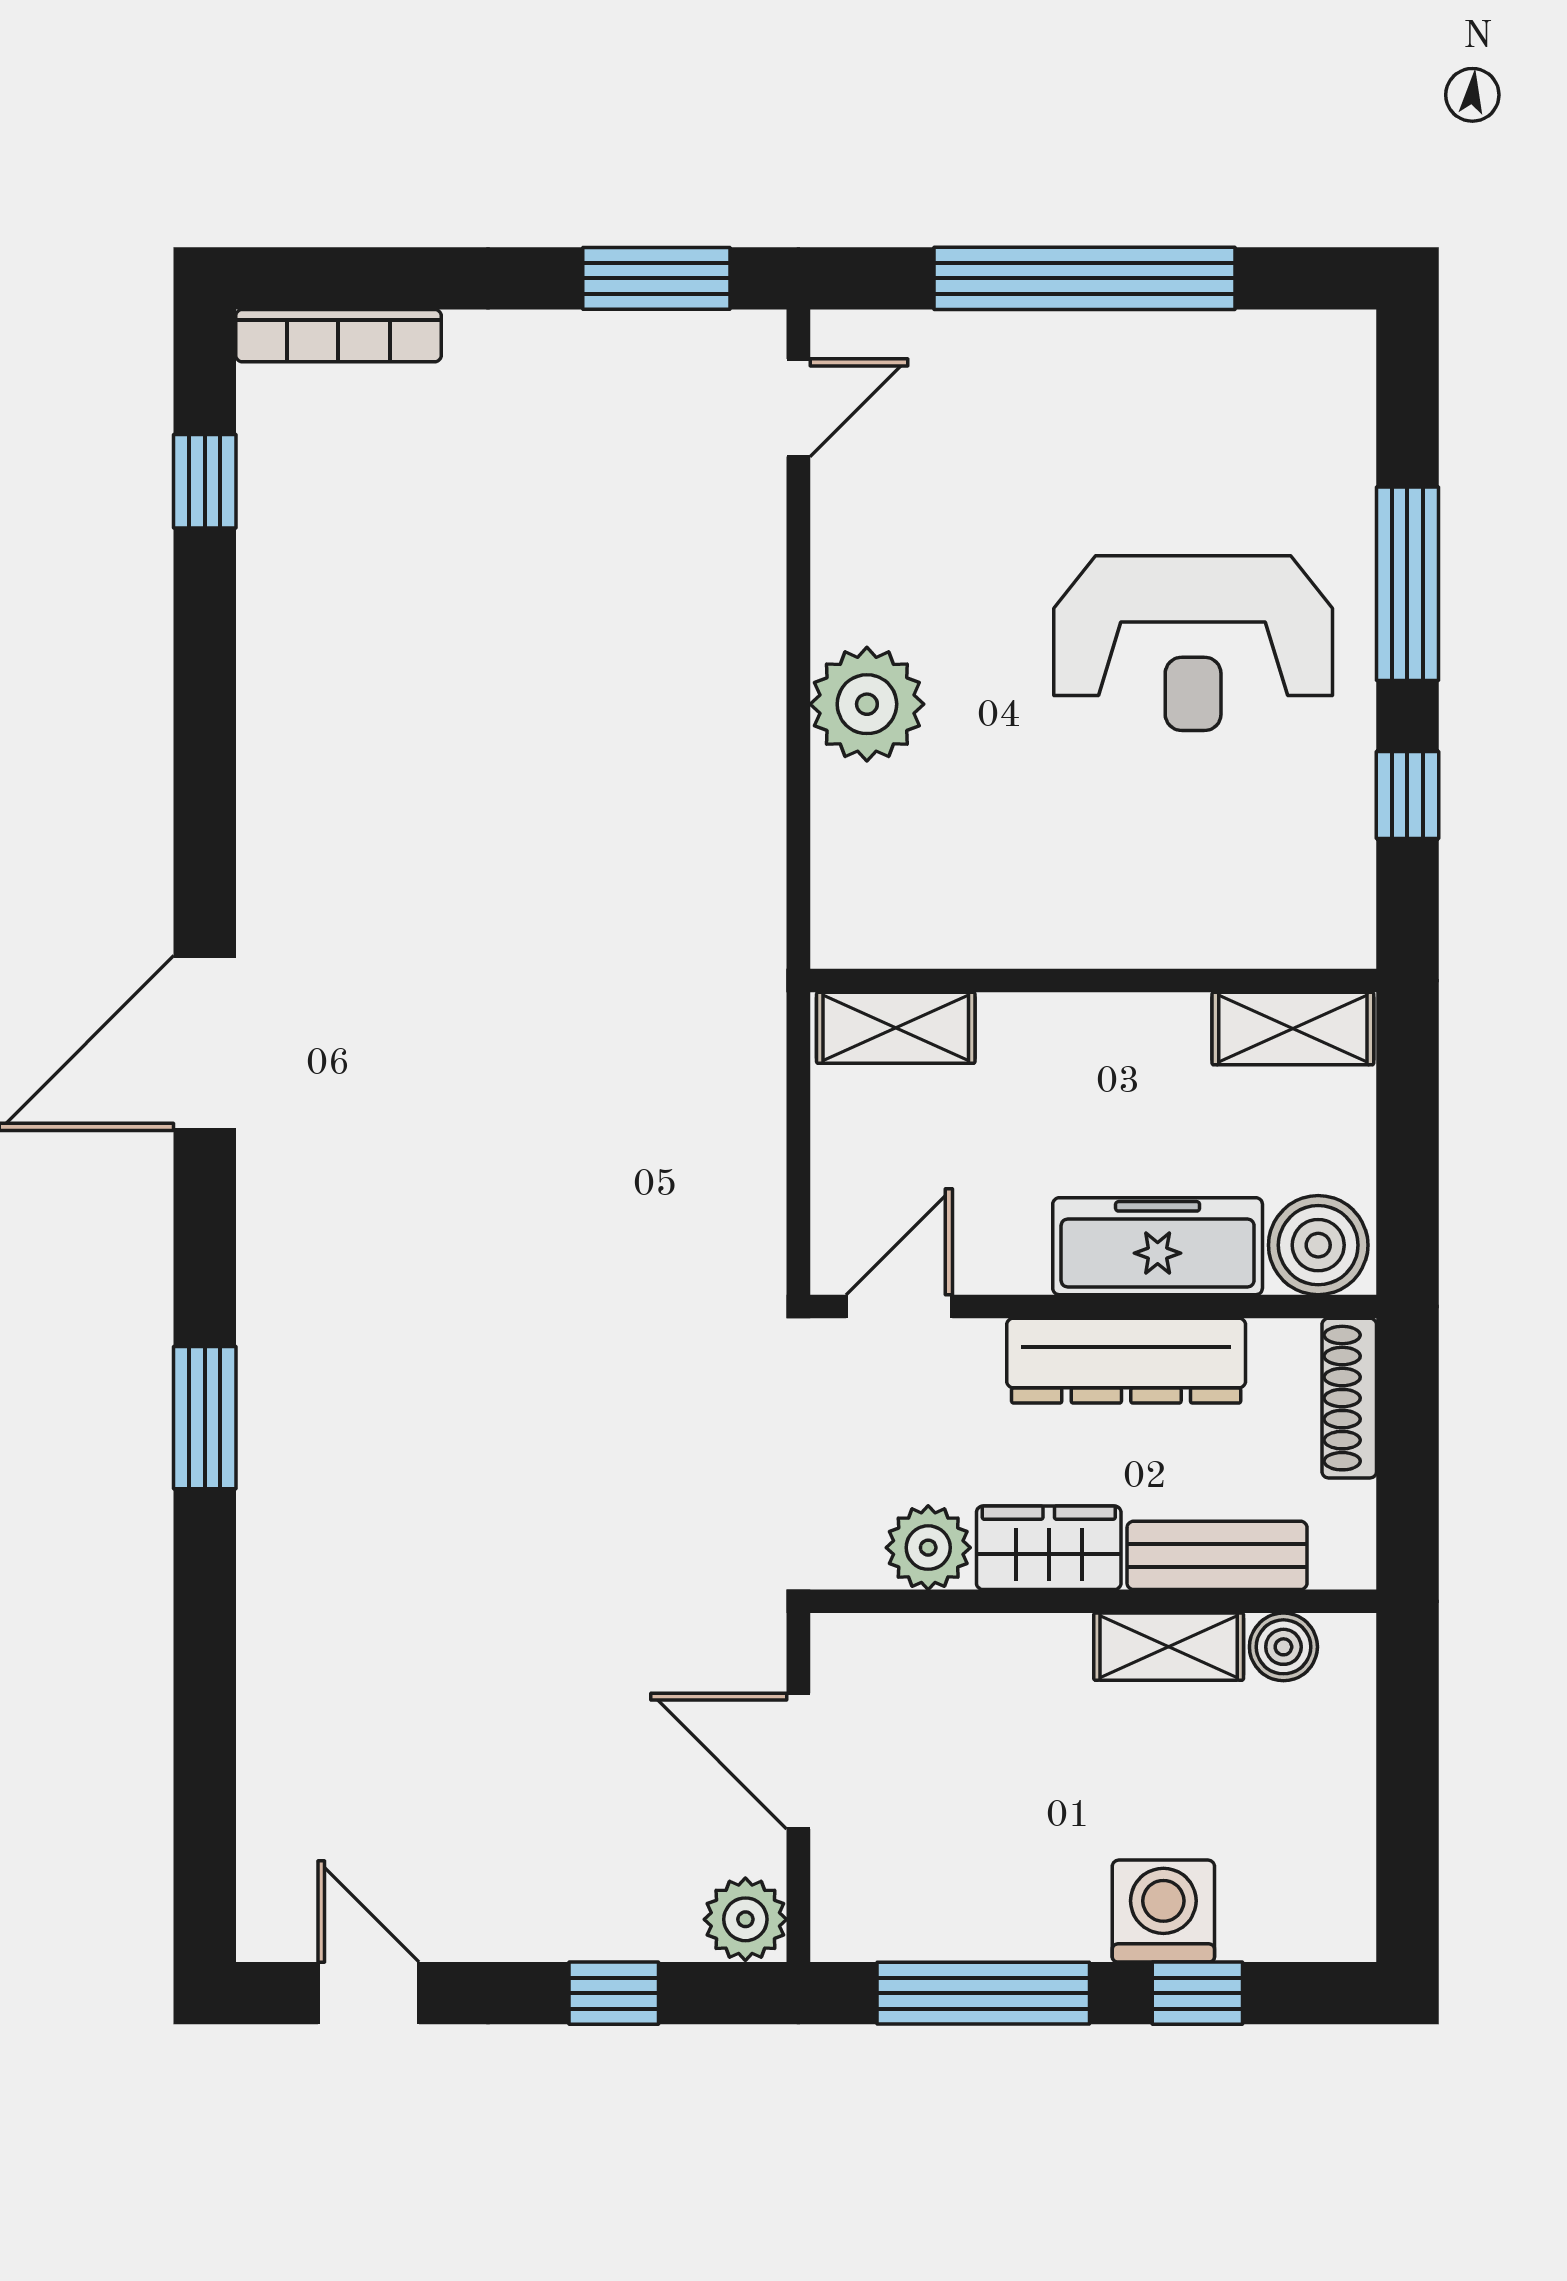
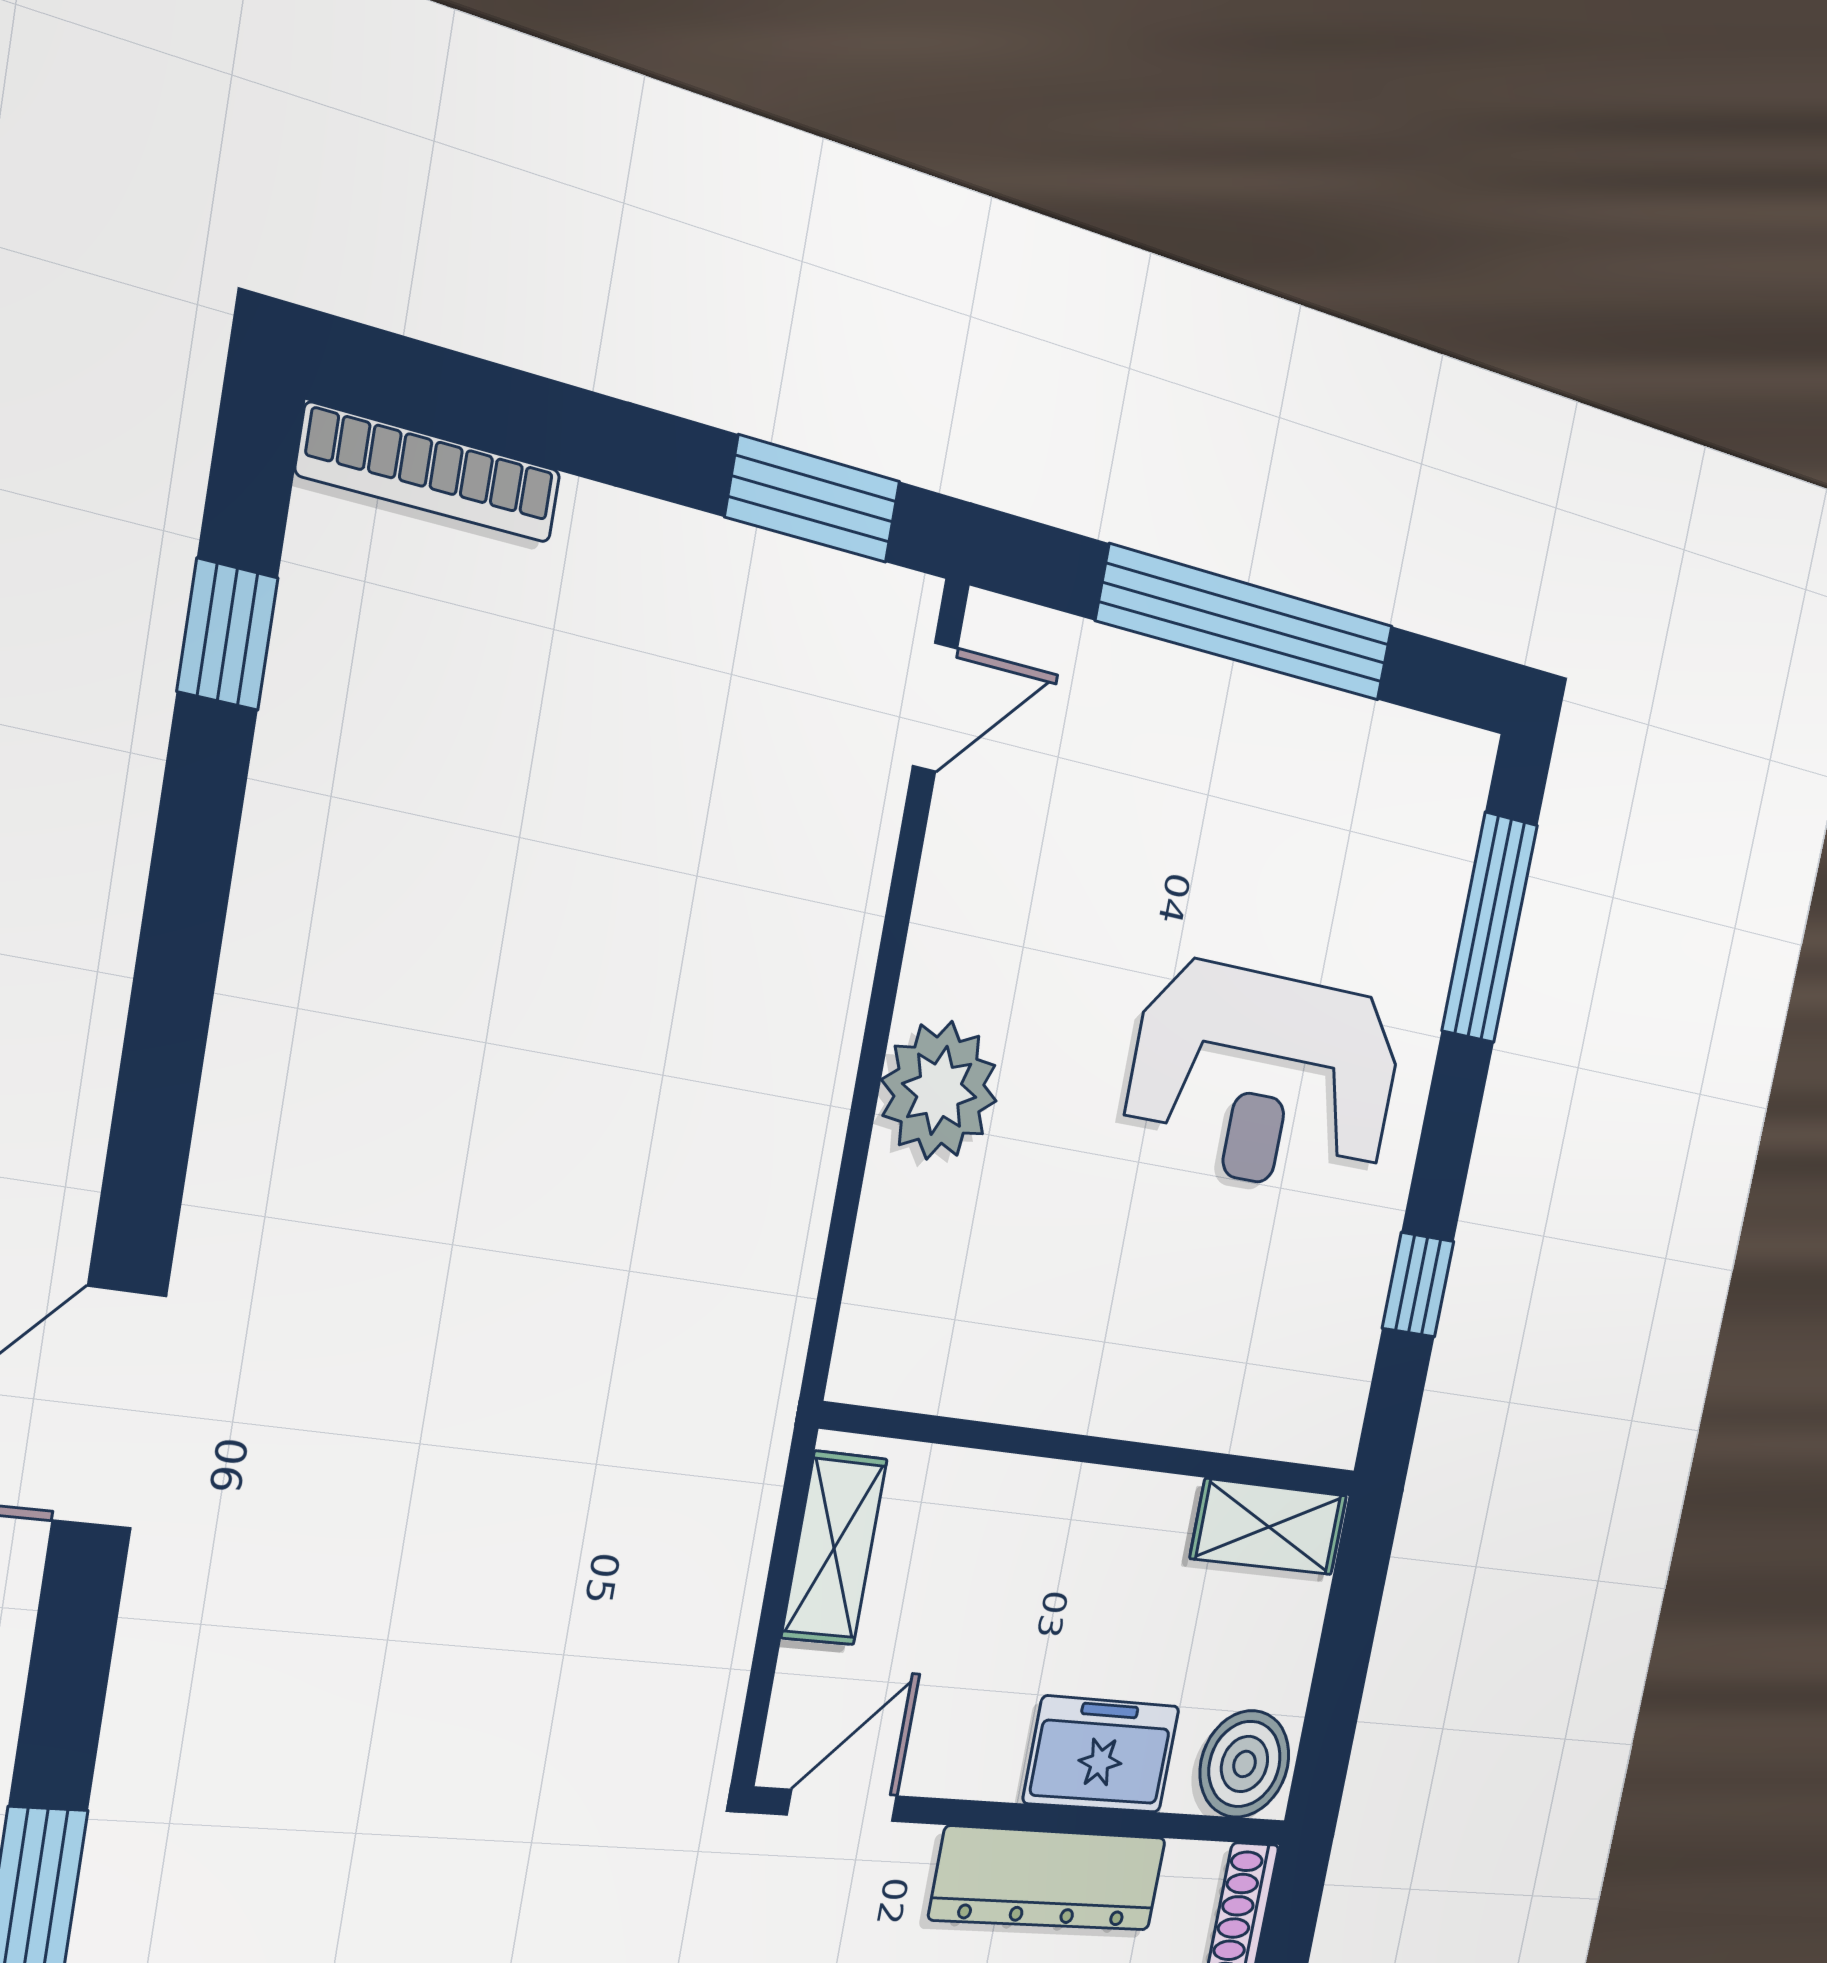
window: (1407, 584) -> (1489, 928), moved
shelving: (896, 1028) -> (834, 1548), moved, turned 90
freezer: (1158, 1246) -> (1101, 1754), width x0.71

